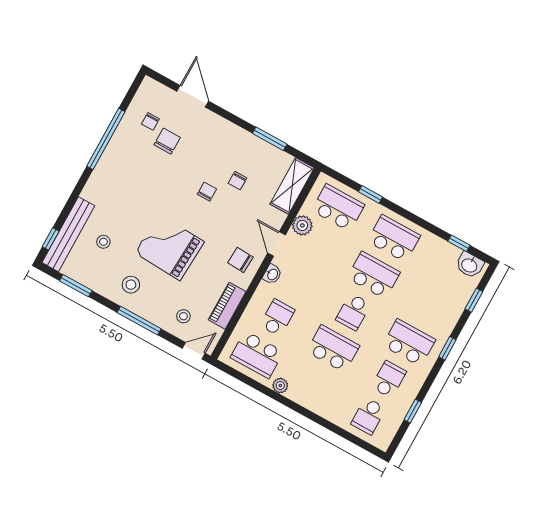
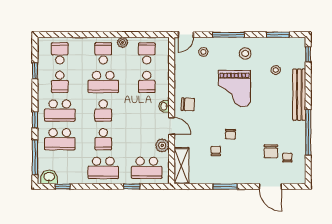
window: (270, 139) -> (225, 186), moved
bench: (68, 234) -> (299, 95), moved
grand piano: (169, 247) -> (234, 89), turned 87
school desk: (374, 275) -> (103, 139), width x0.54
window: (474, 300) -> (35, 157), width x2.17
piano: (227, 306) -> (181, 73), removed
school desk: (429, 306) -> (60, 139), added
school desk: (353, 312) -> (103, 111), turned 180
school desk: (257, 355) -> (147, 53), width x0.54
school desk: (313, 385) -> (103, 53), added

